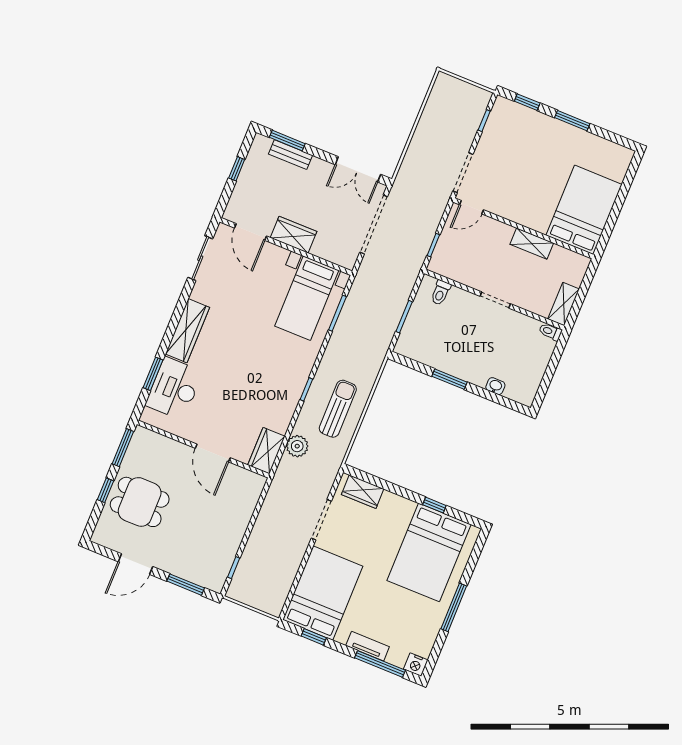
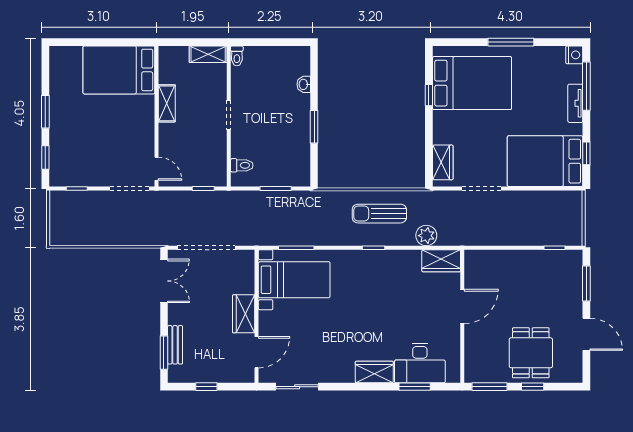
wardrobe: (187, 331) -> (374, 372), width x0.67

